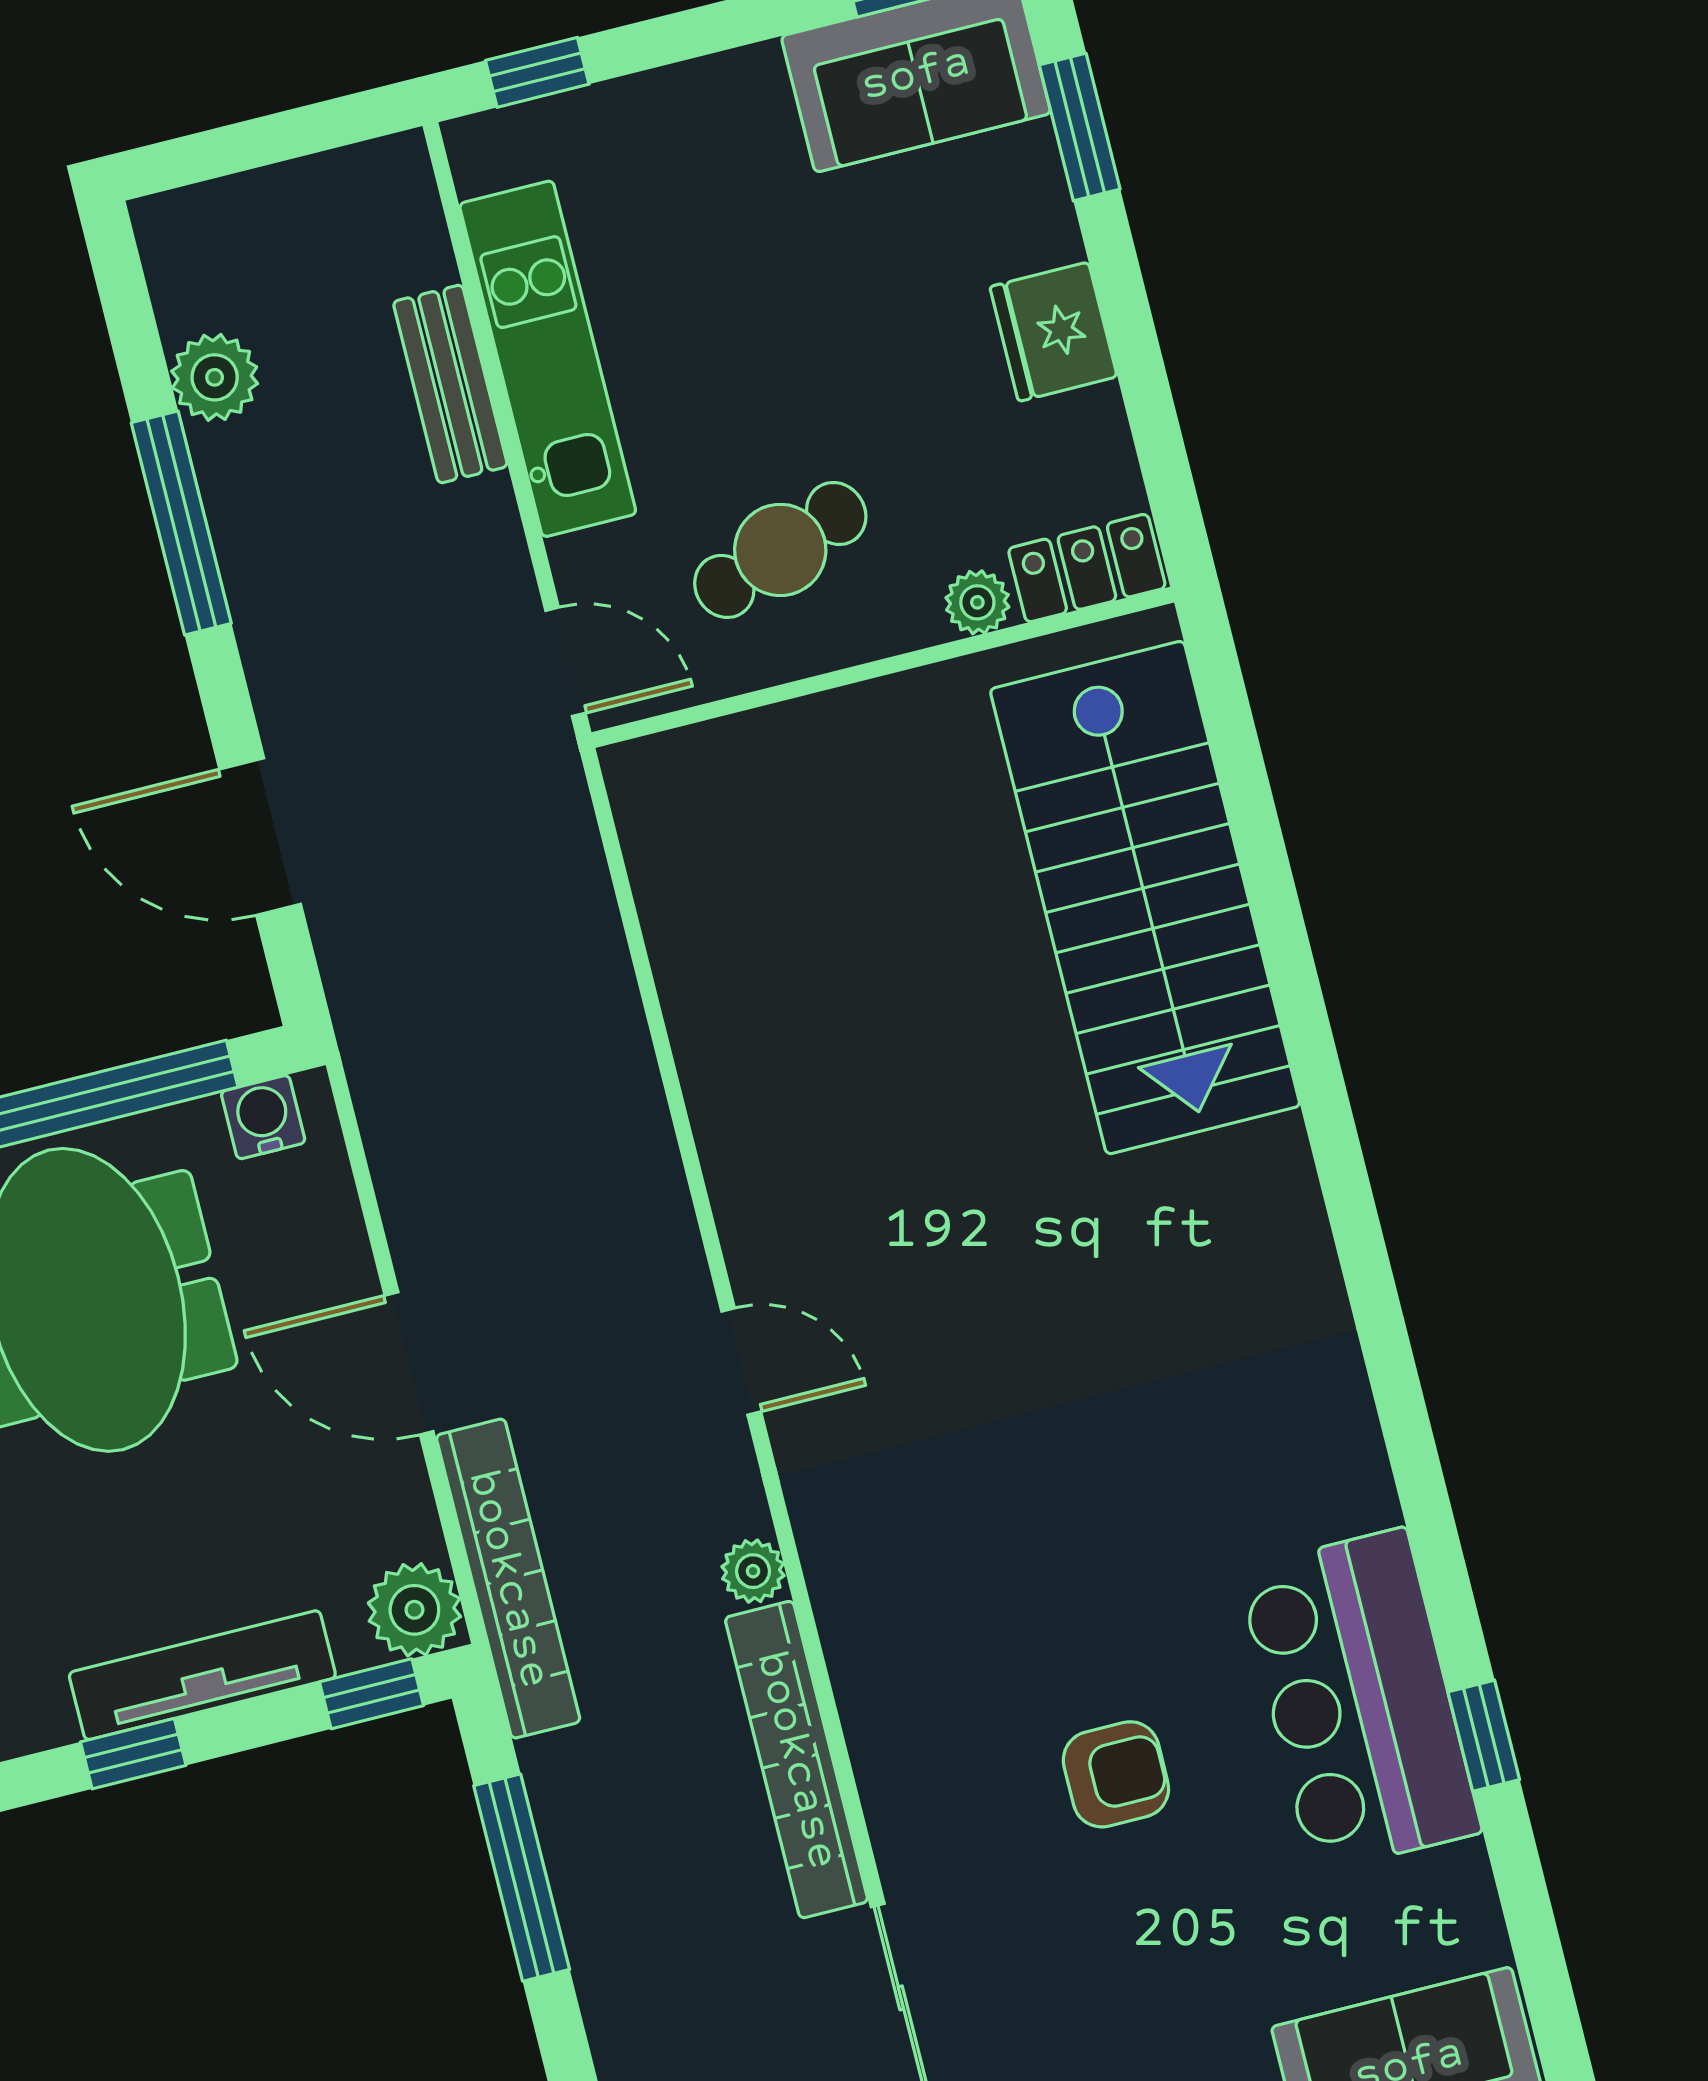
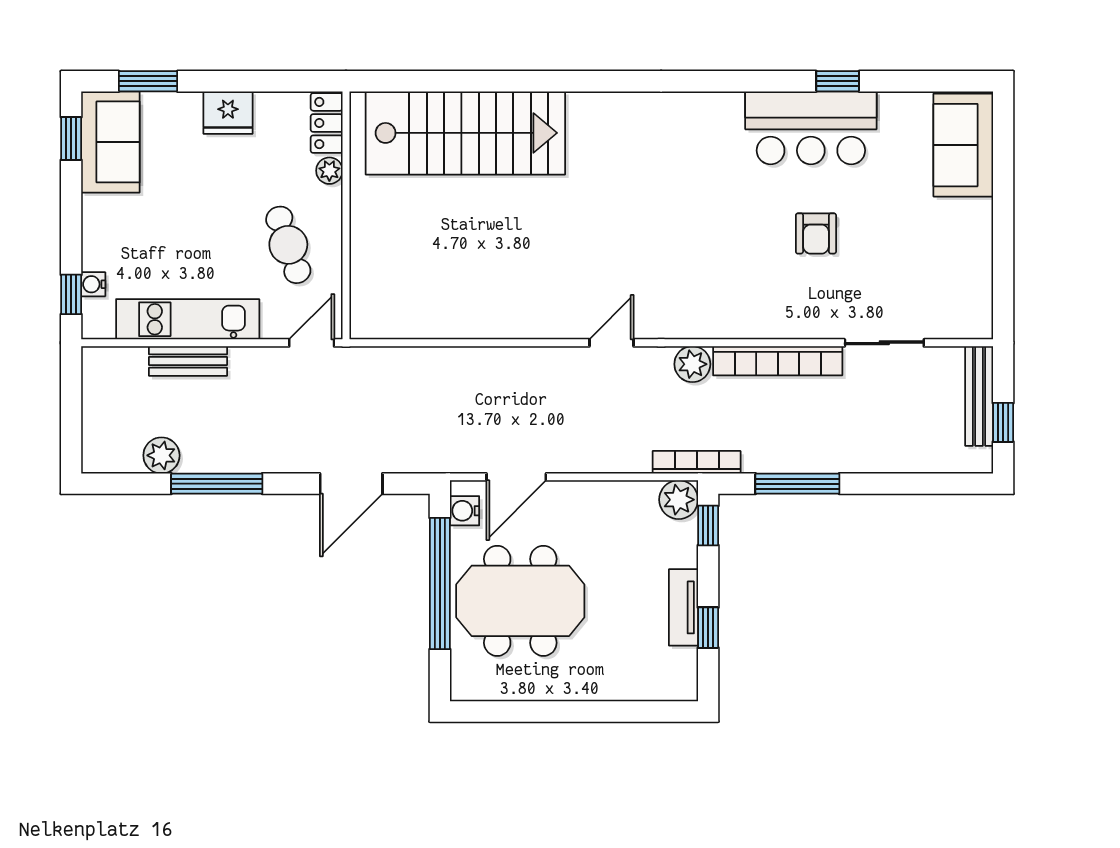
water cooler: (574, 118) -> (93, 284), added
door: (409, 1363) -> (516, 477), moved
plant: (753, 1571) -> (692, 364), width x1.38, depth x1.38
bookcase: (508, 1579) -> (697, 462), width x0.68, depth x0.76
tv unit: (202, 1675) -> (683, 607), width x0.71
armchair: (1116, 1774) -> (816, 233), turned 180

